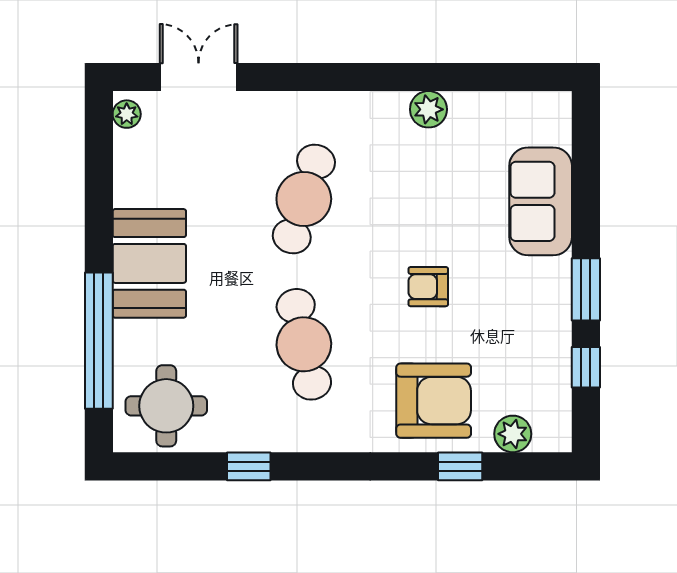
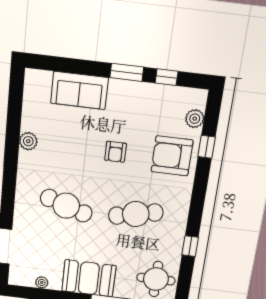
plant: (127, 114) -> (42, 282), moved
armchair: (434, 401) -> (172, 156), turned -90

